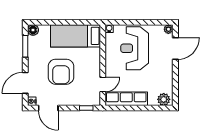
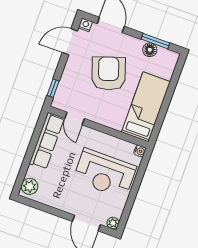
floor lamp: (33, 30) -> (150, 50), moved
reception desk: (135, 48) -> (105, 173), turned 180
armchair: (61, 72) -> (109, 73), turned 71

